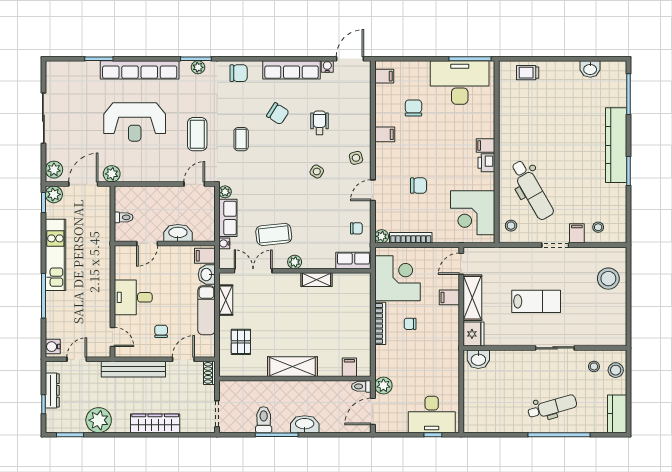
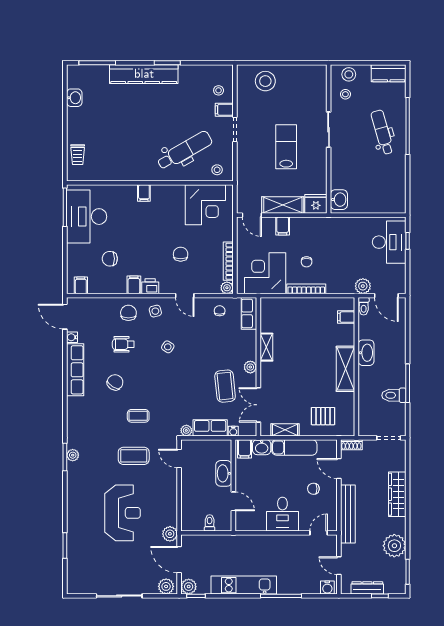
row of seats: (140, 70) -> (75, 508), removed
chair: (239, 73) -> (128, 313), moved
printer: (486, 163) -> (150, 286), moved, turned 180
washbasin: (305, 424) -> (366, 353), moved, turned 180

